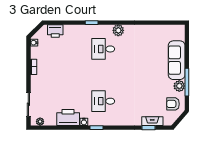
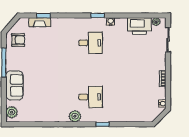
printer: (55, 31) -> (140, 116), removed
sofa: (177, 60) -> (14, 85), width x0.73
plant: (179, 86) -> (12, 112), moved
printer: (68, 117) -> (139, 26), moved

